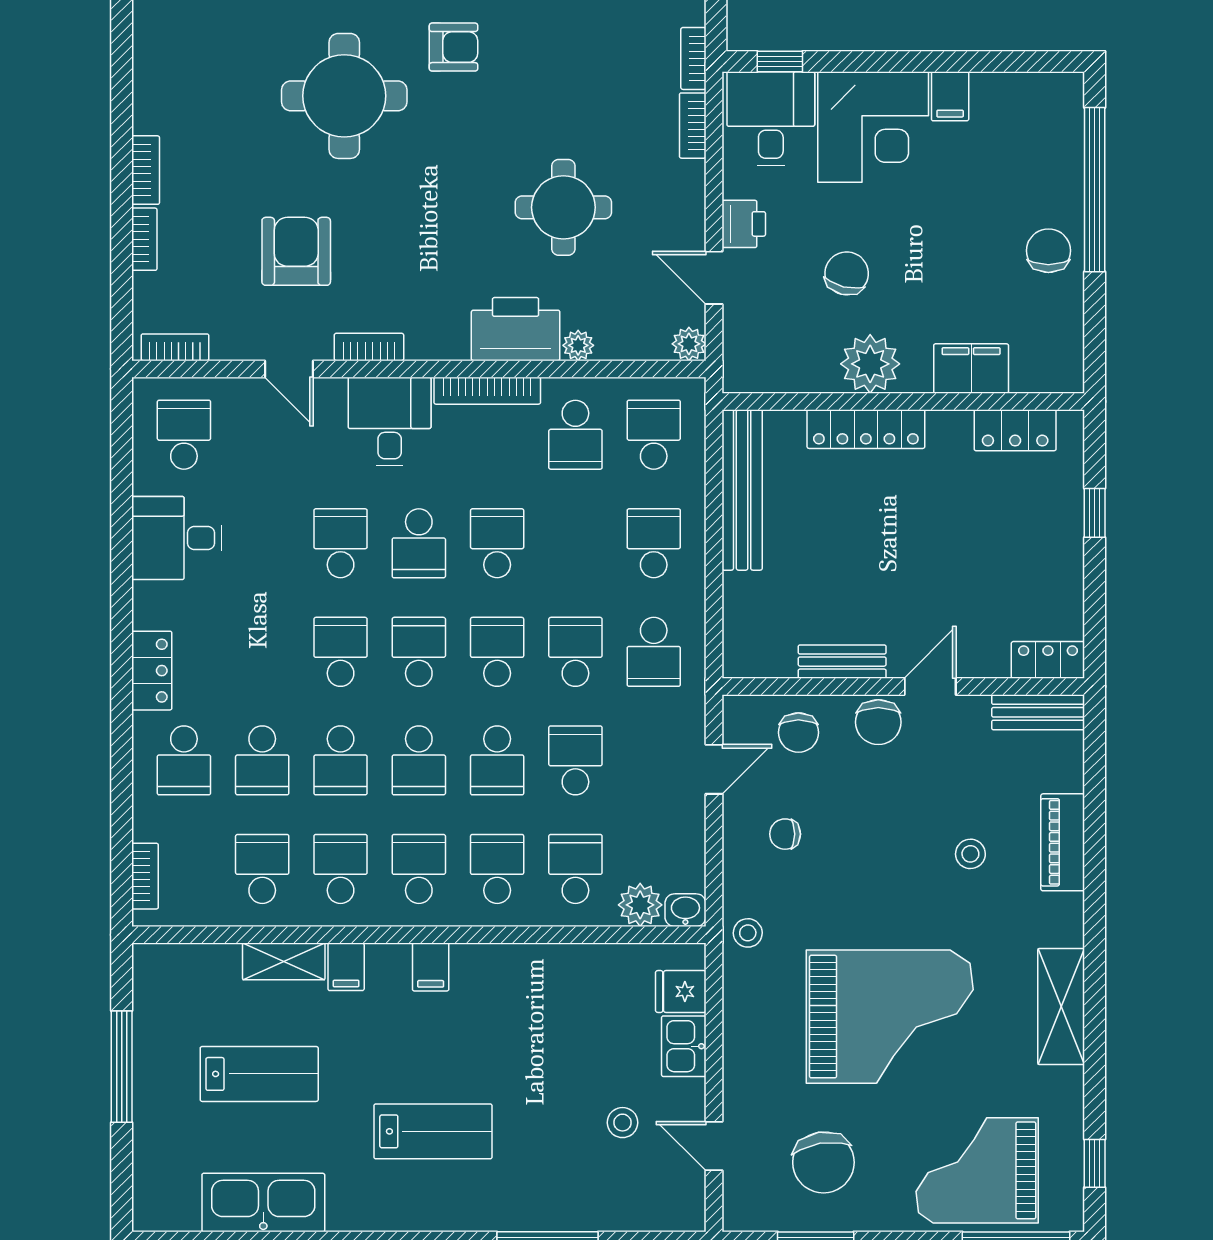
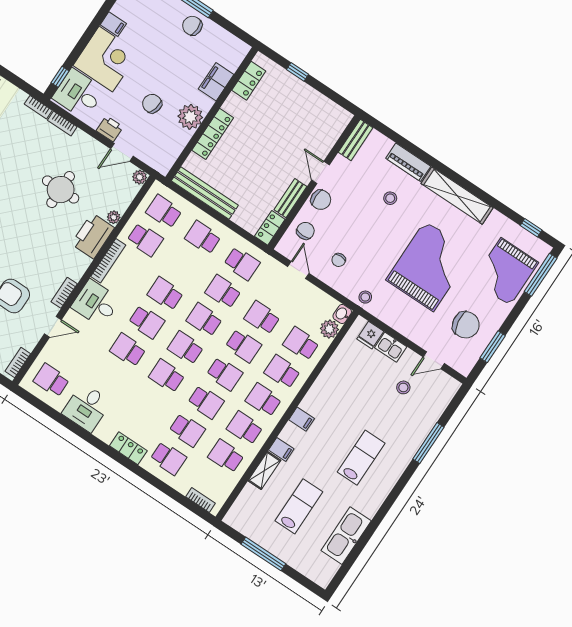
locker: (1048, 660) -> (270, 228), moved
chair: (798, 733) -> (305, 231), turned -90
shelving: (1061, 1007) -> (457, 196), width x1.47

